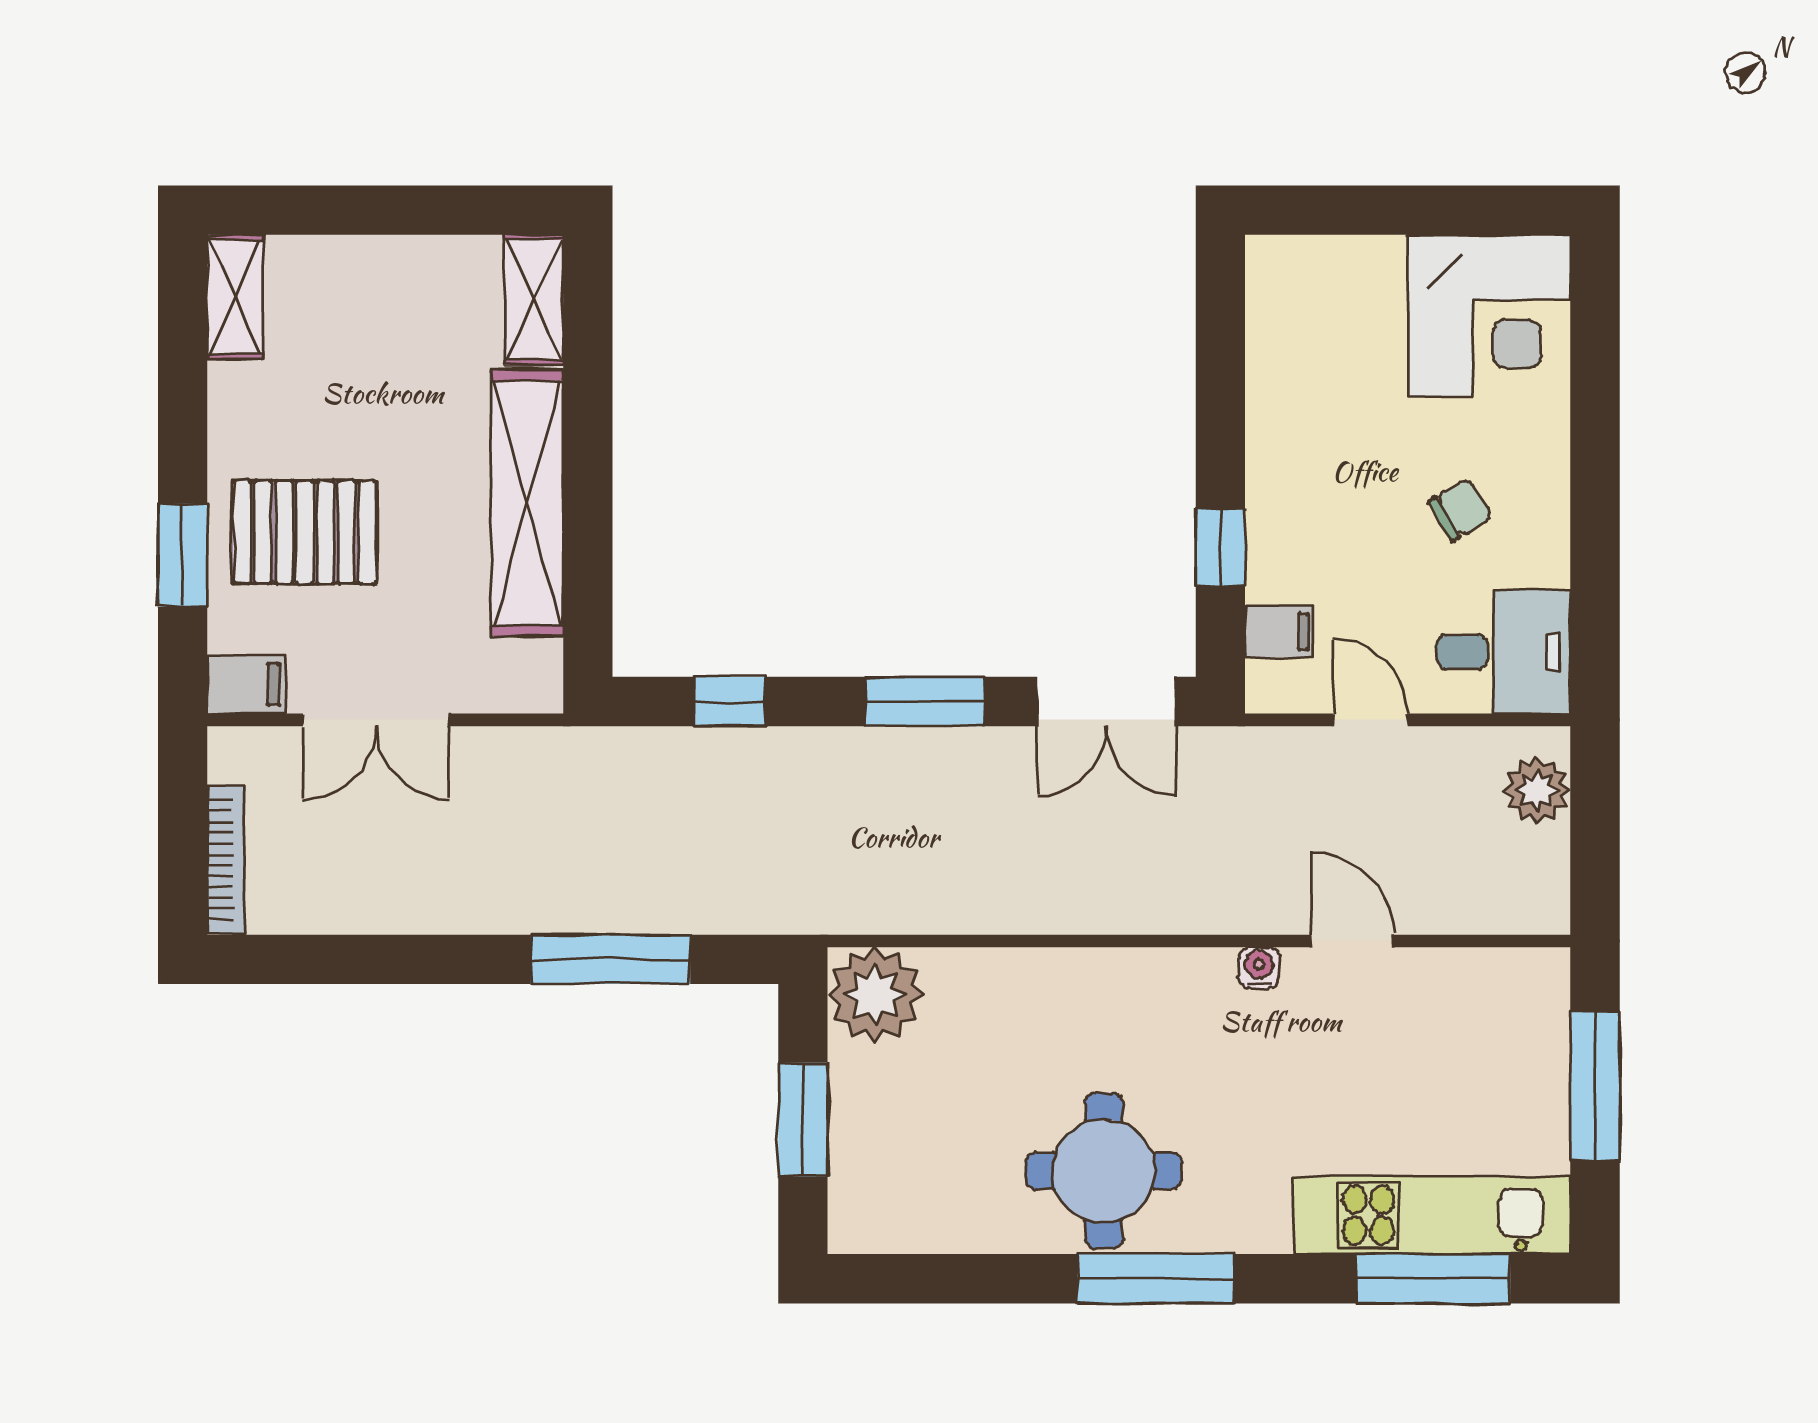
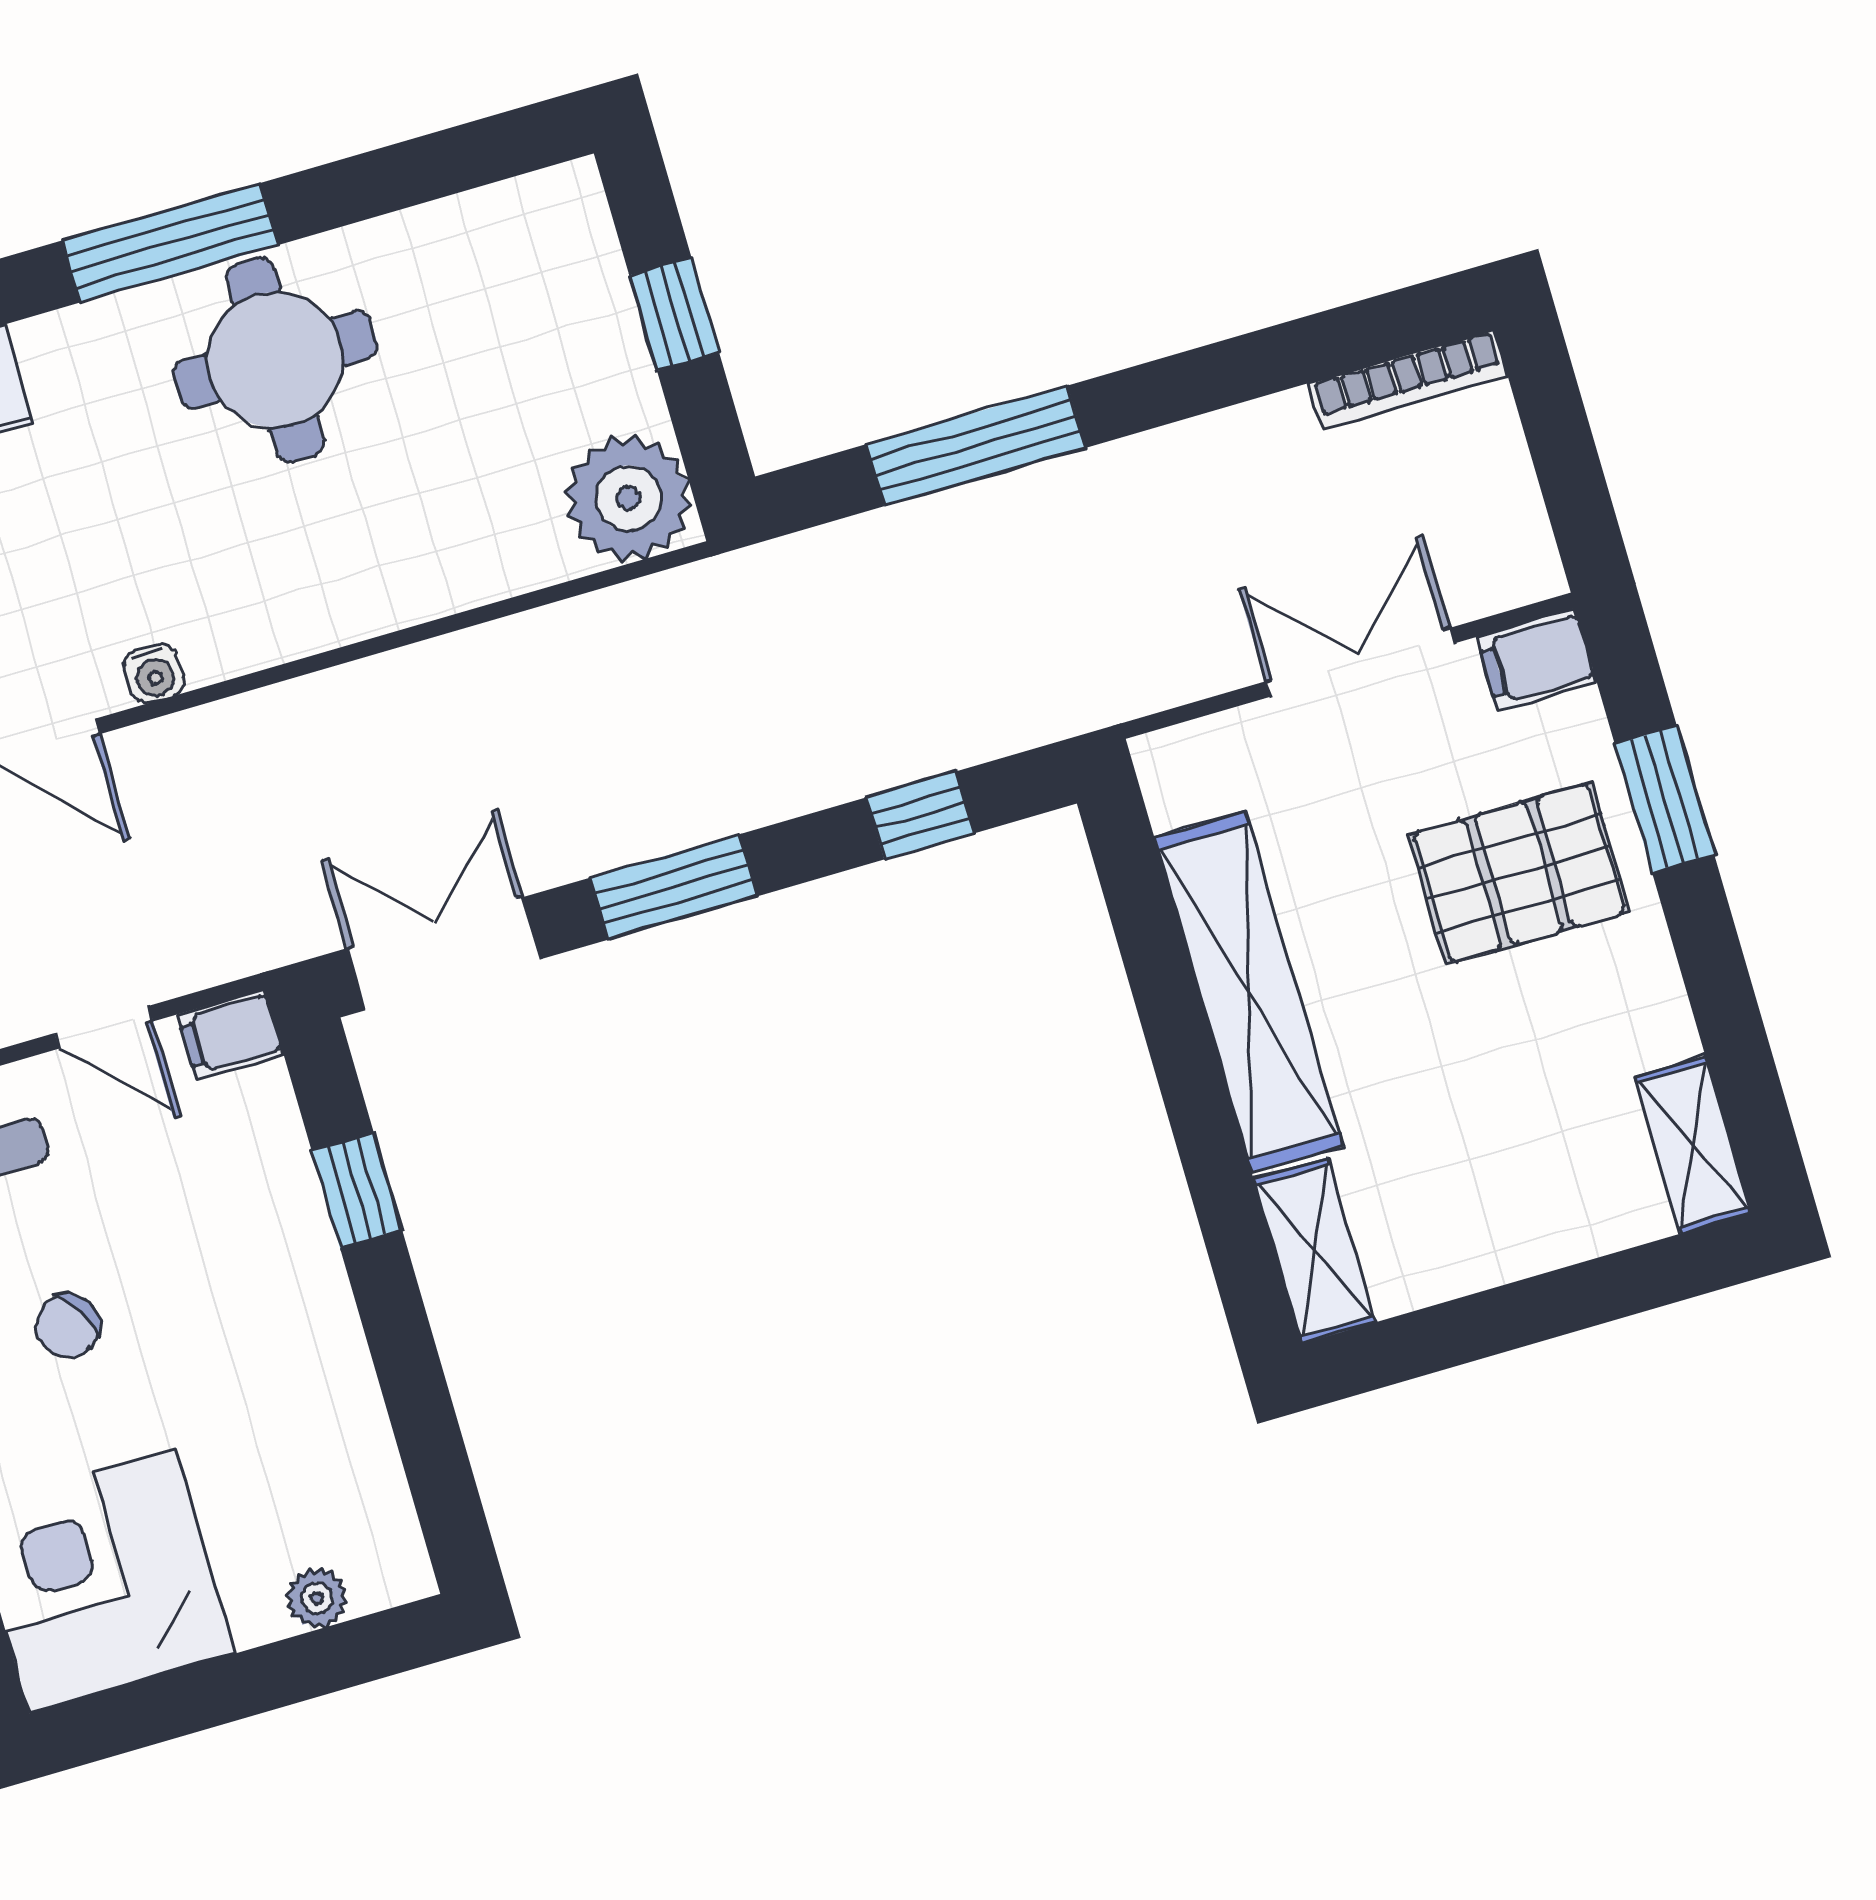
plant: (1336, 258) -> (317, 1598), added
filing cabinet: (1279, 631) -> (231, 1034), moved
bookcase: (226, 860) -> (1409, 380), moved, turned -90
window: (803, 1120) -> (674, 314), width x0.67

